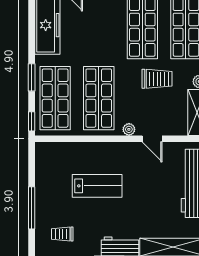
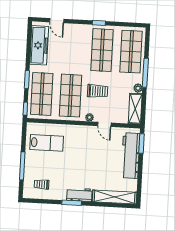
trolley: (157, 79) -> (98, 91), moved
lab bench: (97, 186) -> (47, 143), moved

